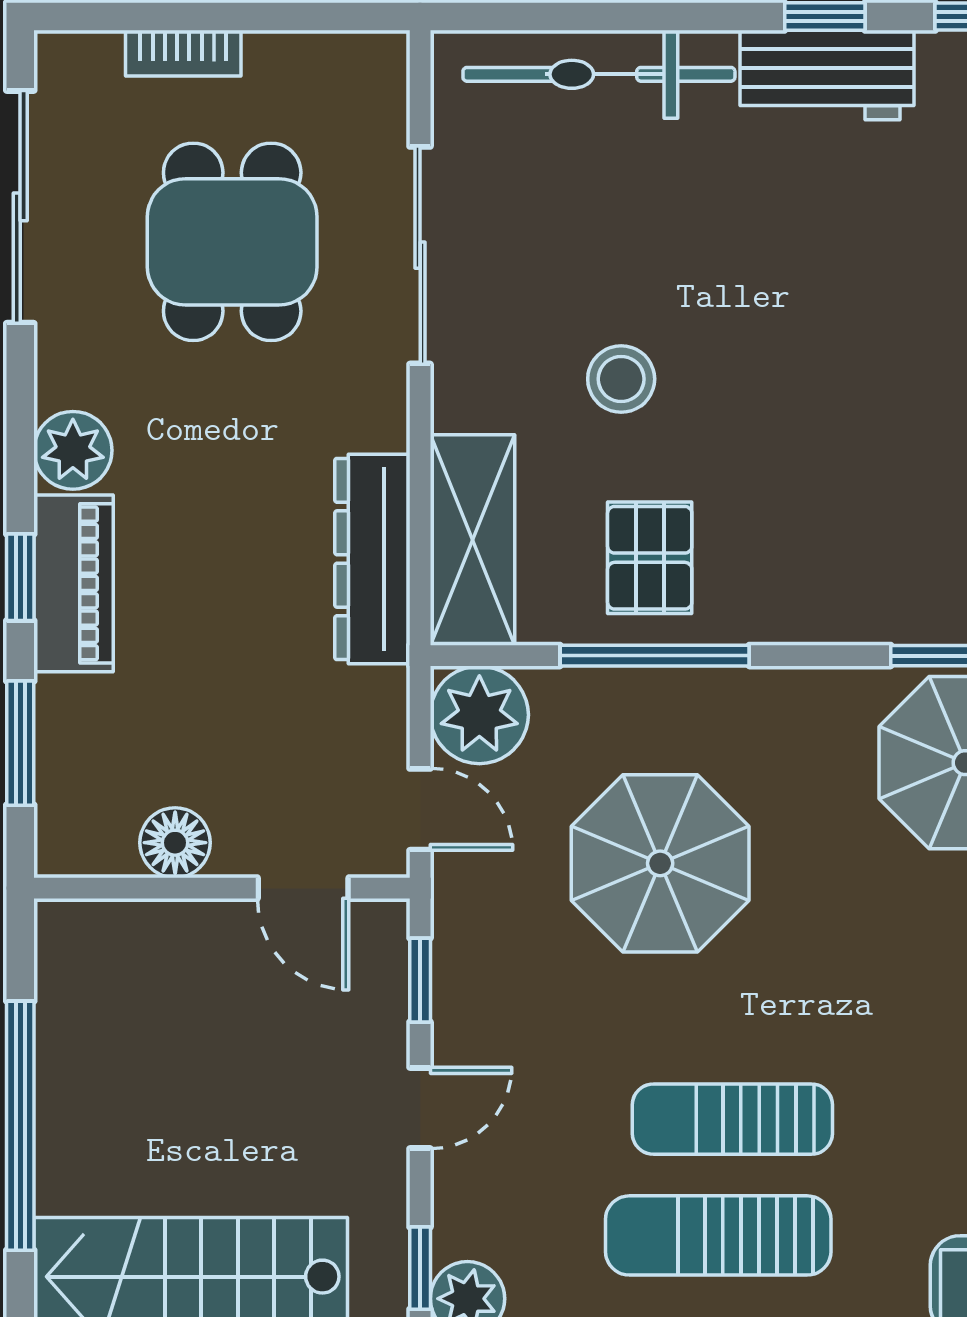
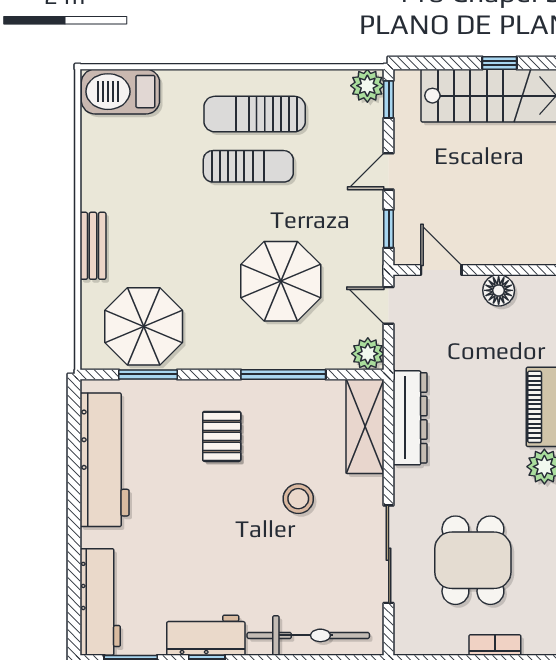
pallet: (650, 558) -> (222, 436), moved
plant: (479, 715) -> (368, 354), width x0.73, depth x0.73
sun lounger: (718, 1235) -> (255, 114), turned 180

